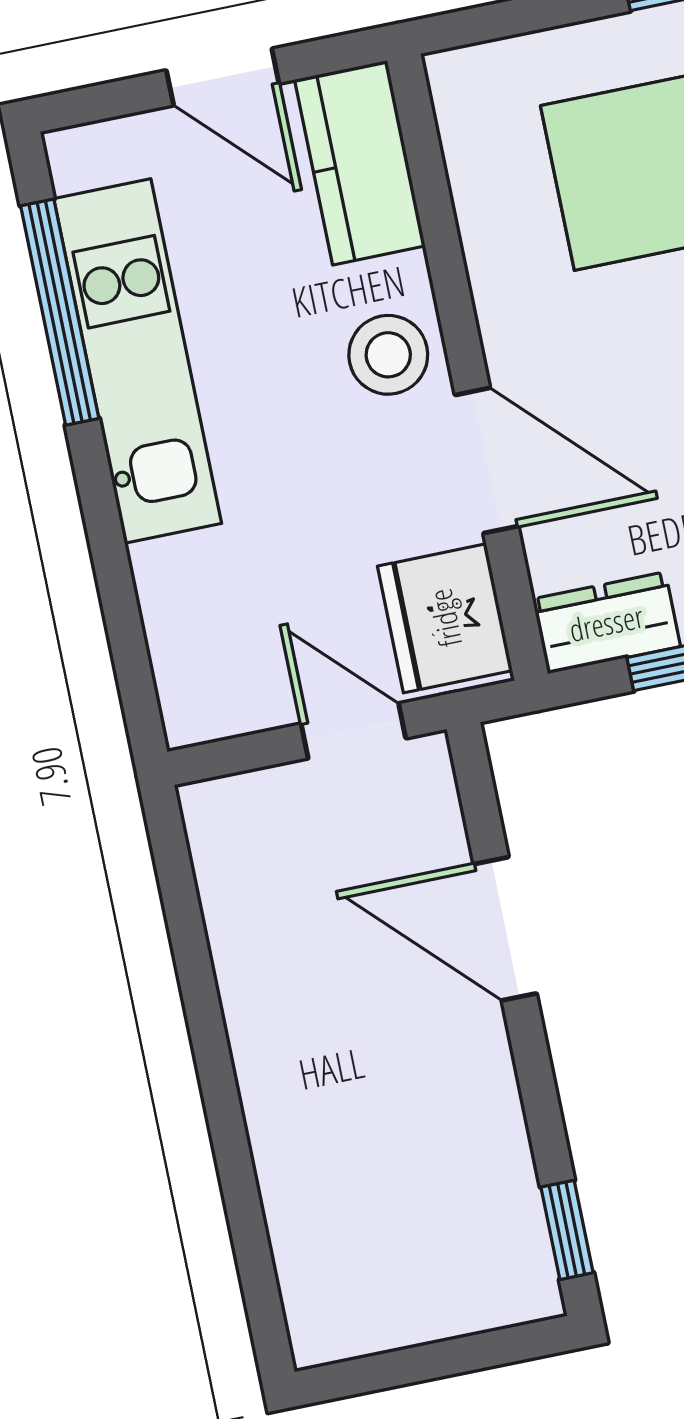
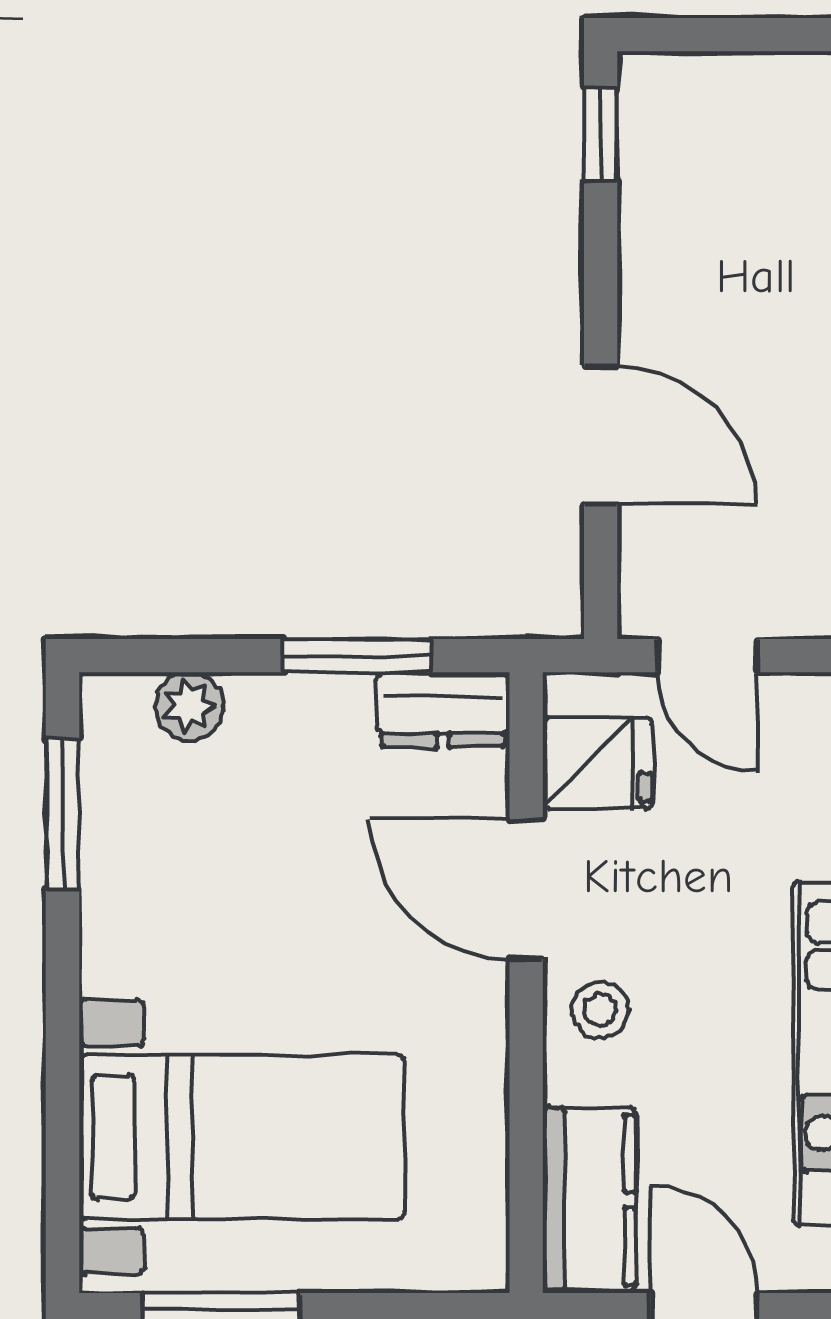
stool: (388, 355) -> (600, 1010), width x0.73, depth x0.73
fridge: (445, 618) -> (597, 763), width x0.72

